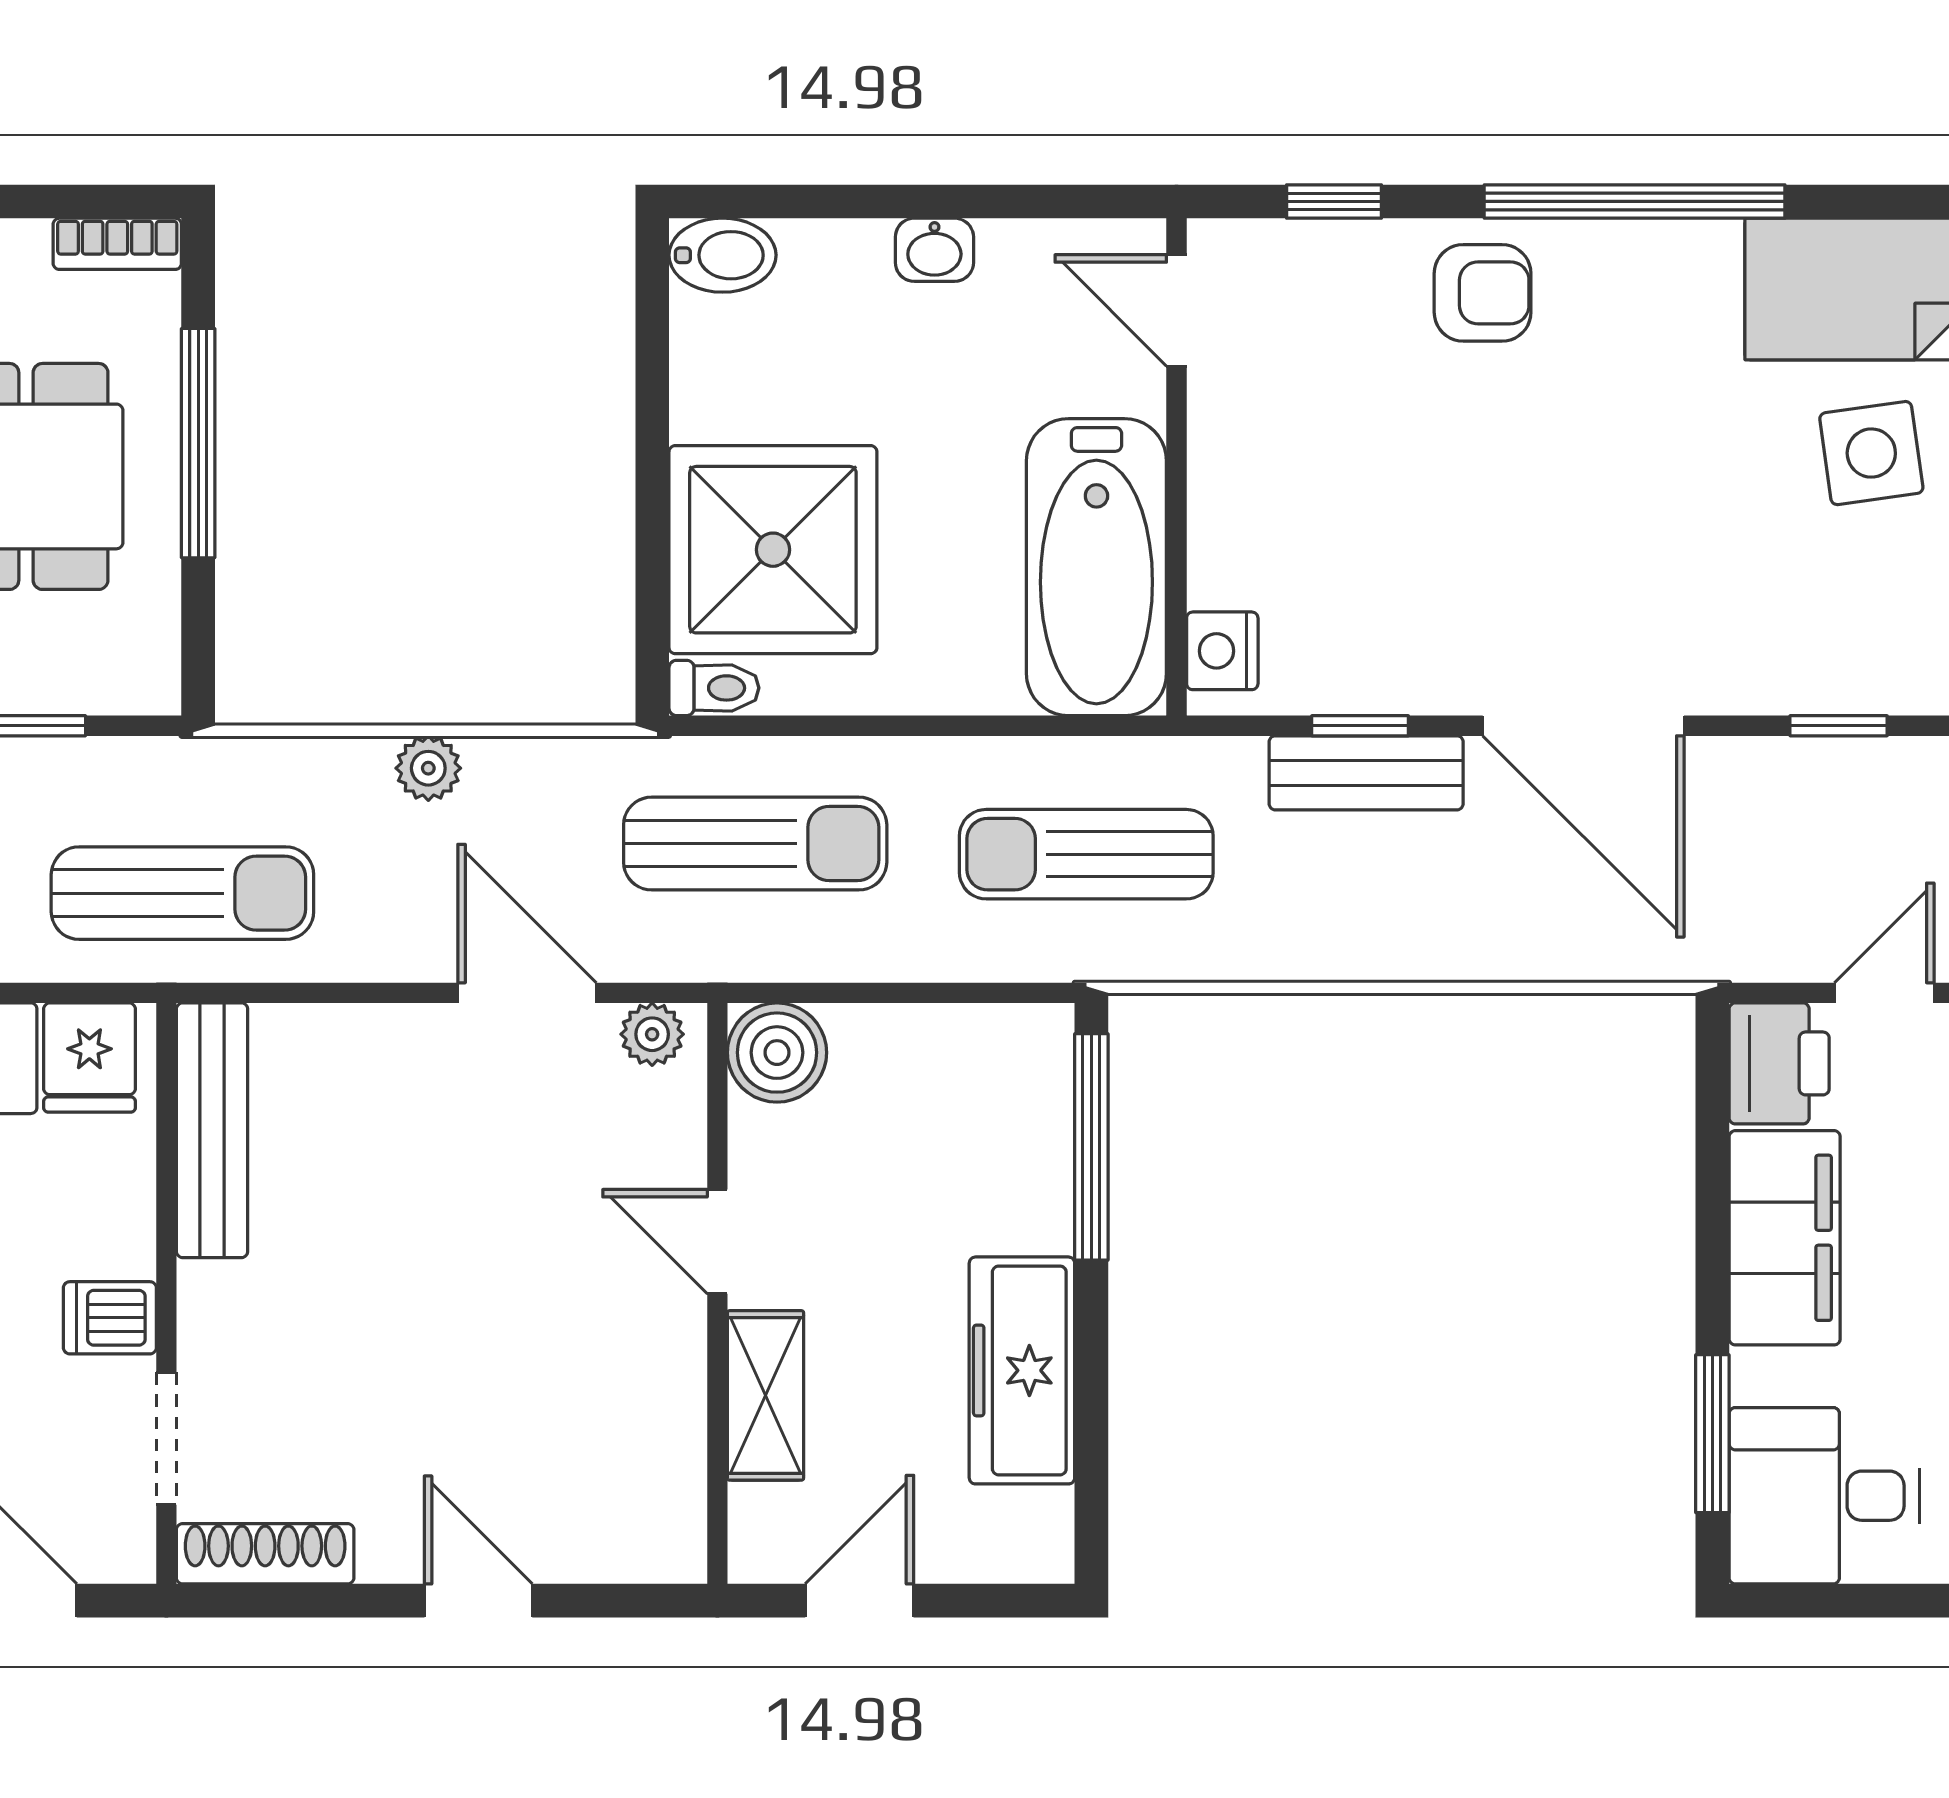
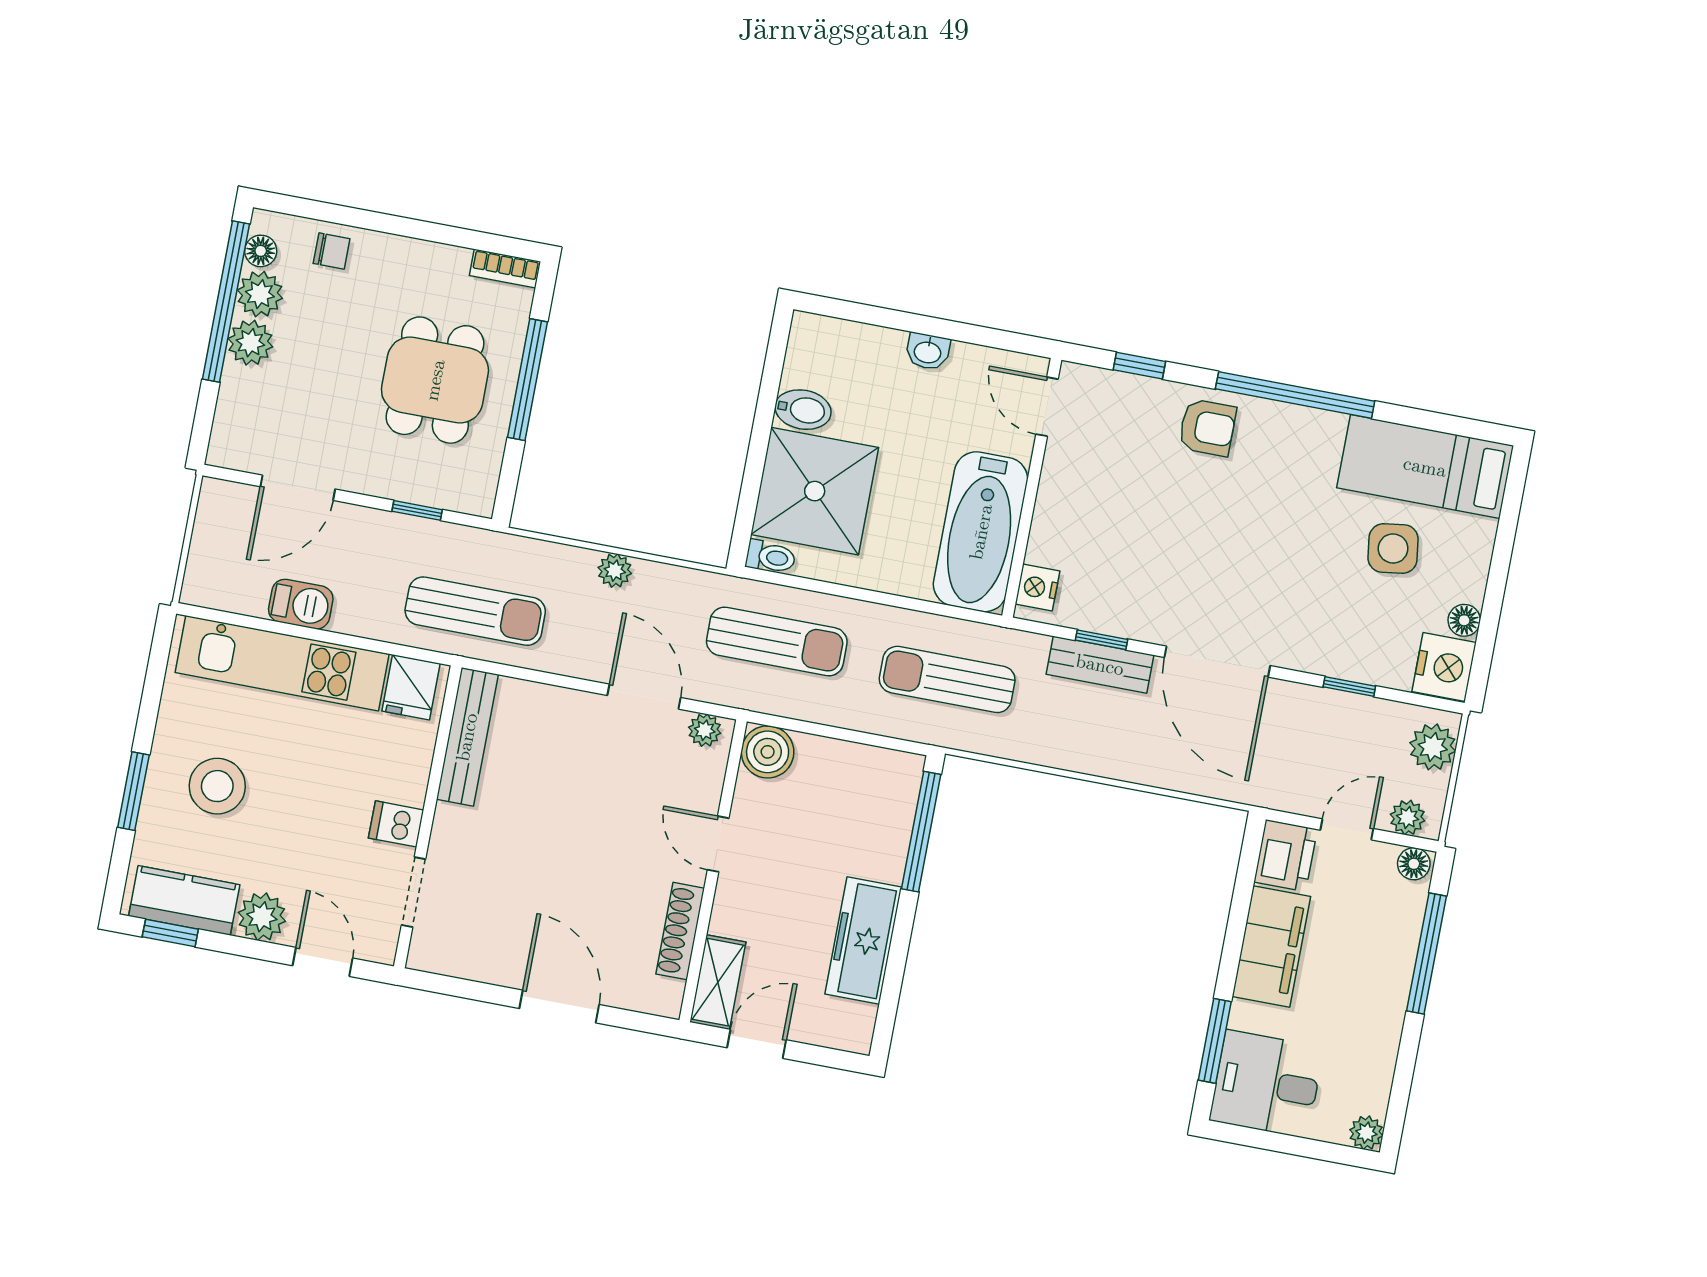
bidet: (722, 255) -> (803, 410), moved
shelving: (765, 1395) -> (718, 982), moved
shoe rack: (265, 1554) -> (680, 931), moved, turned -90
door: (478, 1601) -> (559, 1007), width x1.38

